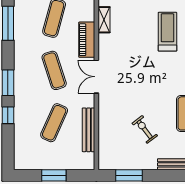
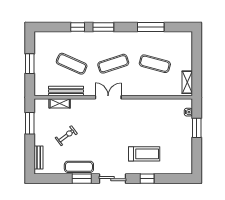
shelving: (104, 20) -> (60, 103), moved
piano: (87, 40) -> (138, 90), removed

